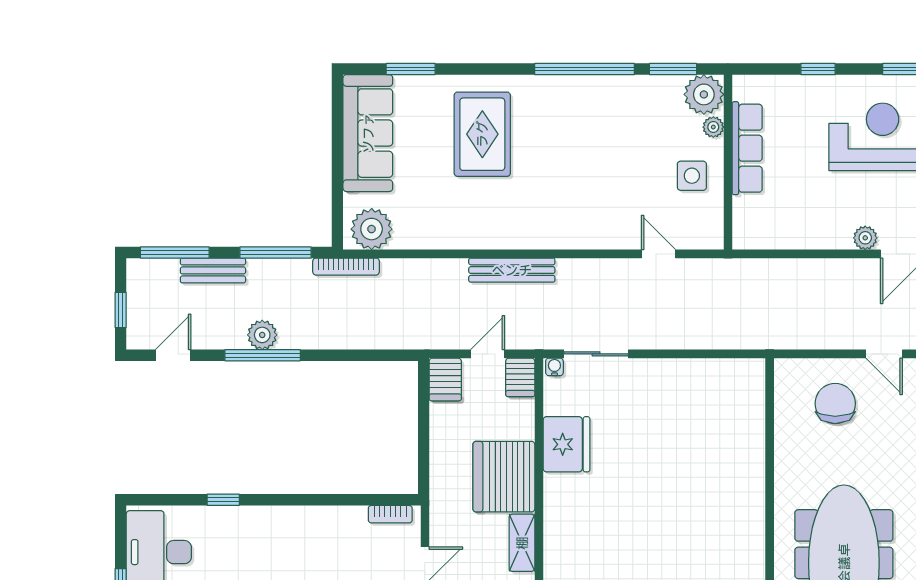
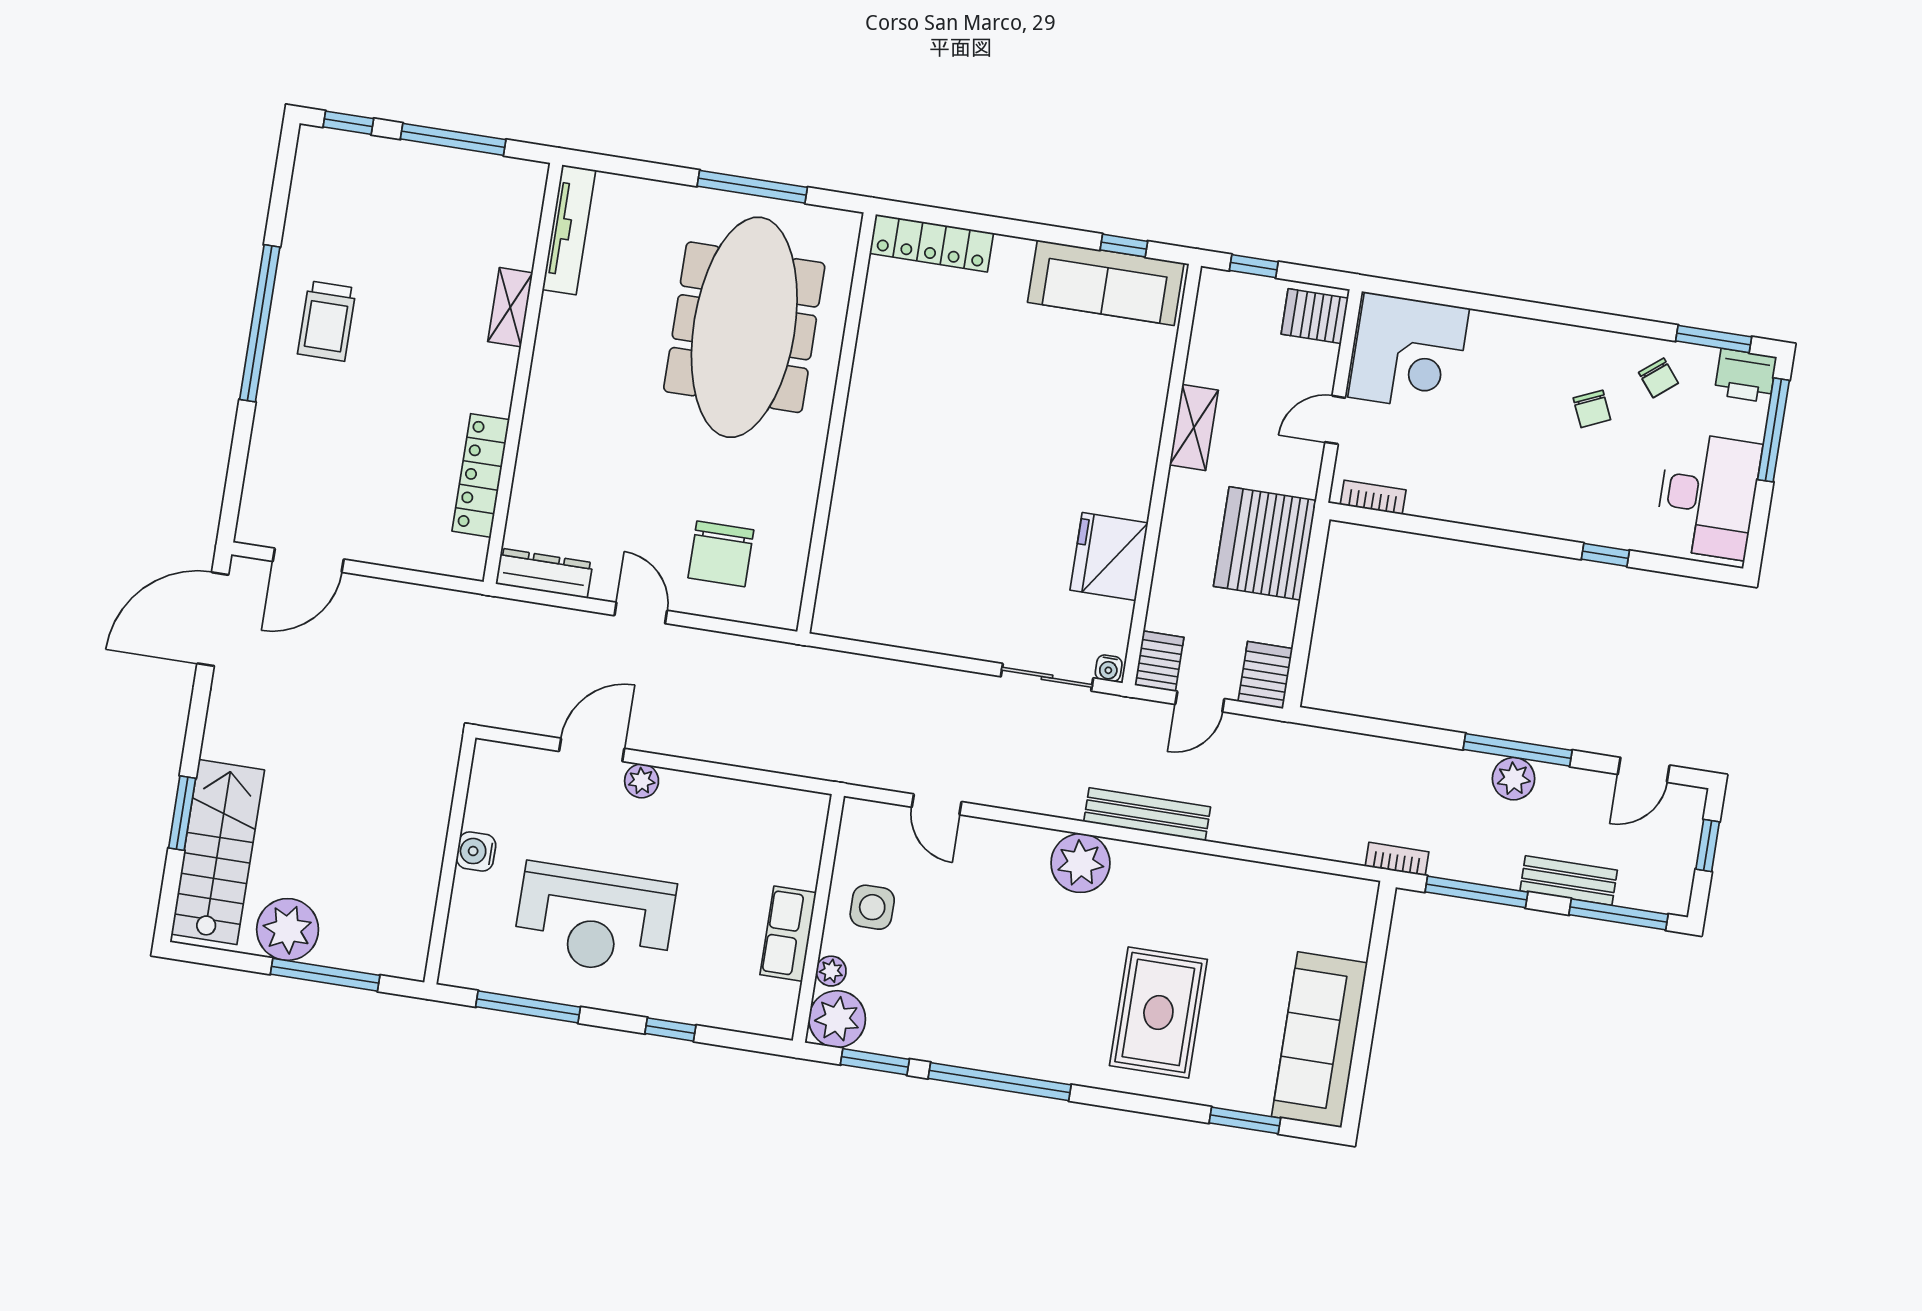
row of seats: (747, 148) -> (788, 934), width x0.68
plant: (372, 229) -> (1080, 863), moved
bookcase: (346, 267) -> (1397, 859), width x0.64
server rack: (504, 477) -> (1265, 543), moved, turned 180

